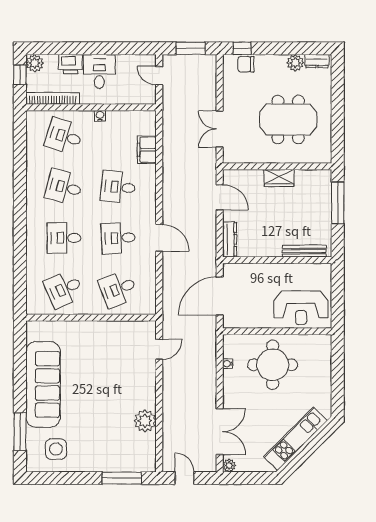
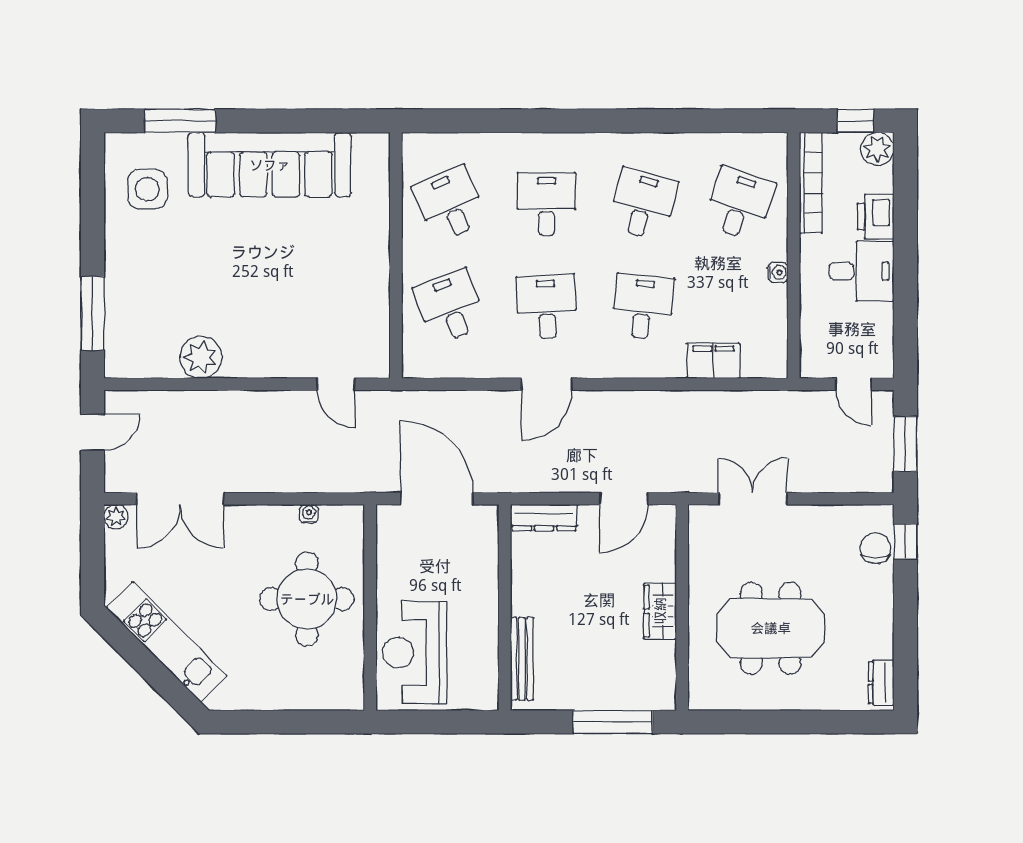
plant: (295, 63) -> (878, 642), removed
door: (159, 76) -> (854, 384), swing flipped
meeting table: (288, 120) -> (771, 628), turned 90

